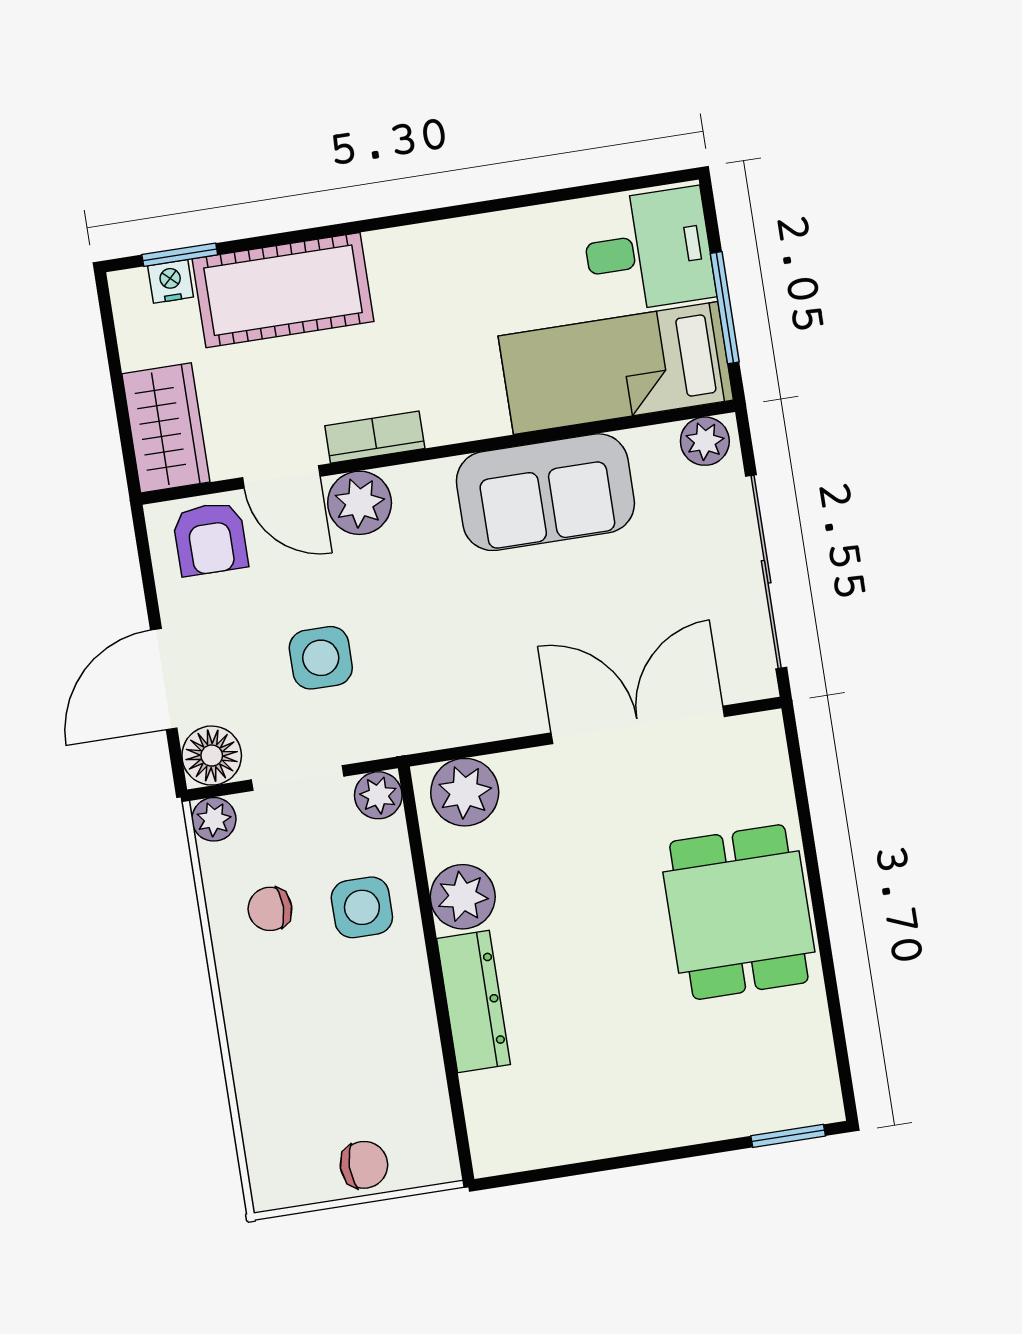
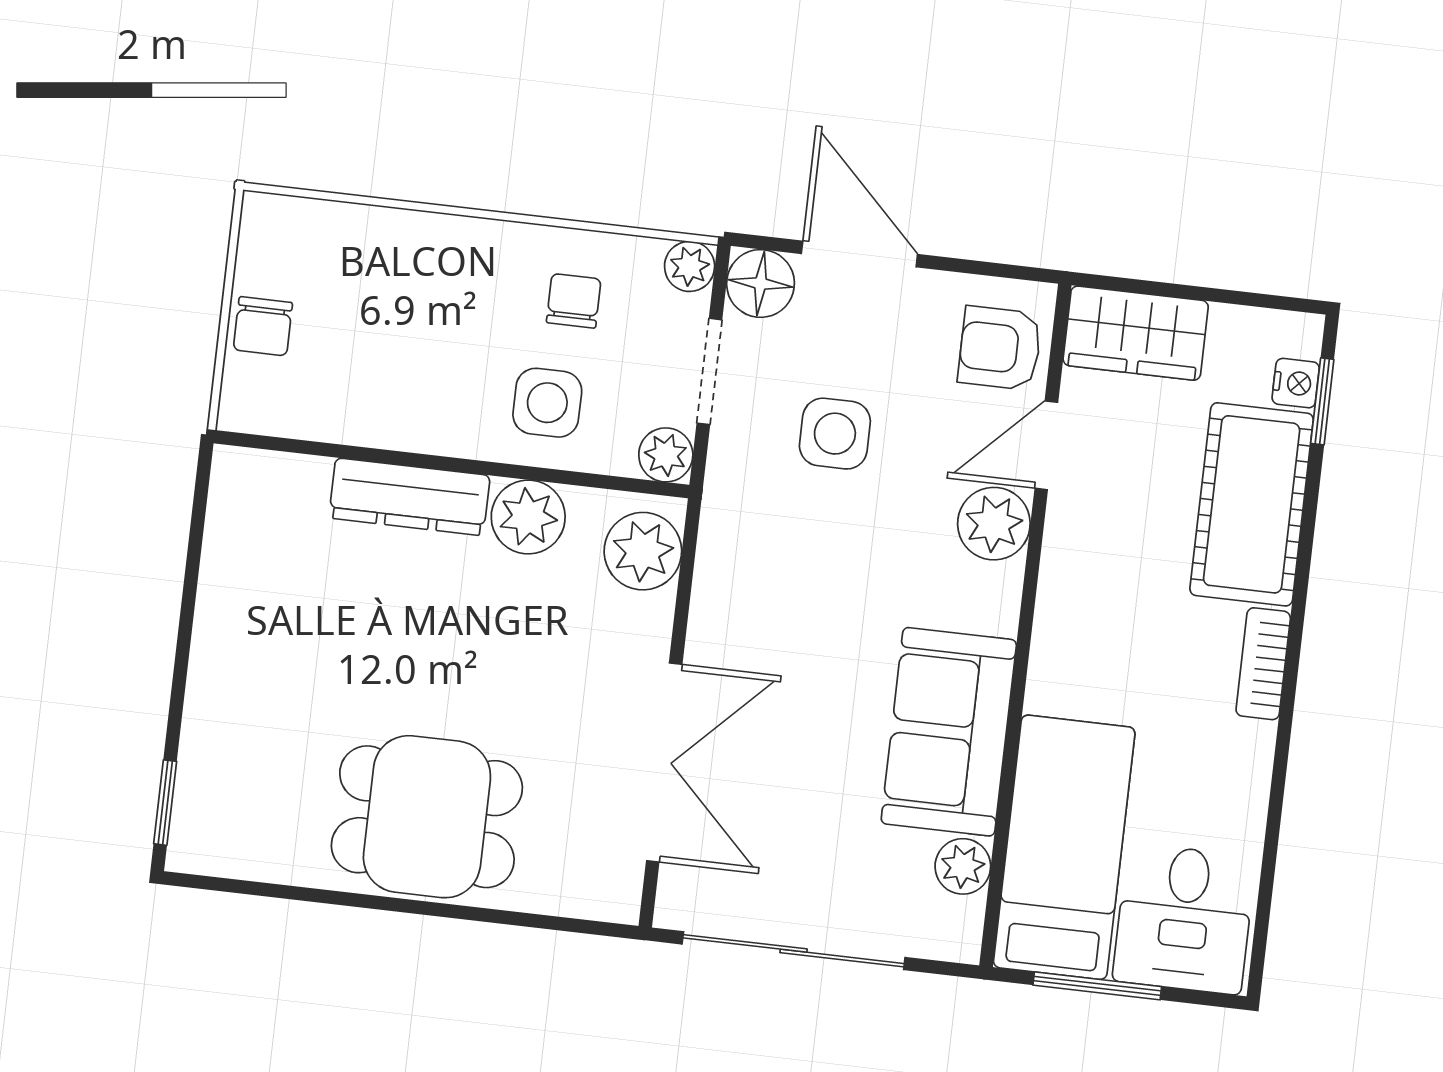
bookcase: (375, 437) -> (1263, 664), moved, turned 180
plant: (705, 441) -> (963, 866), moved

